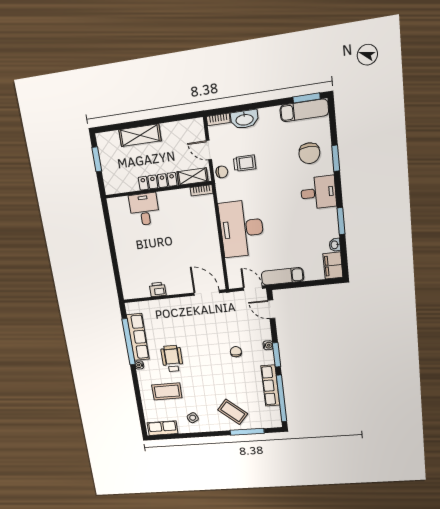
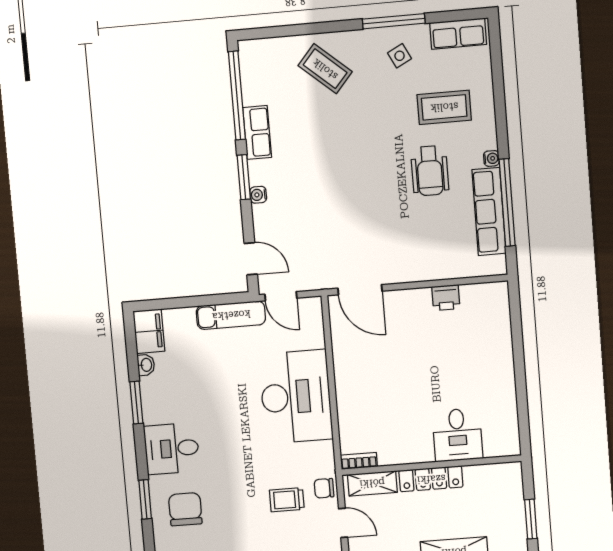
chair: (236, 352) -> (314, 183), removed
row of seats: (270, 386) -> (257, 132), width x0.68
window: (247, 432) -> (394, 21), moved

